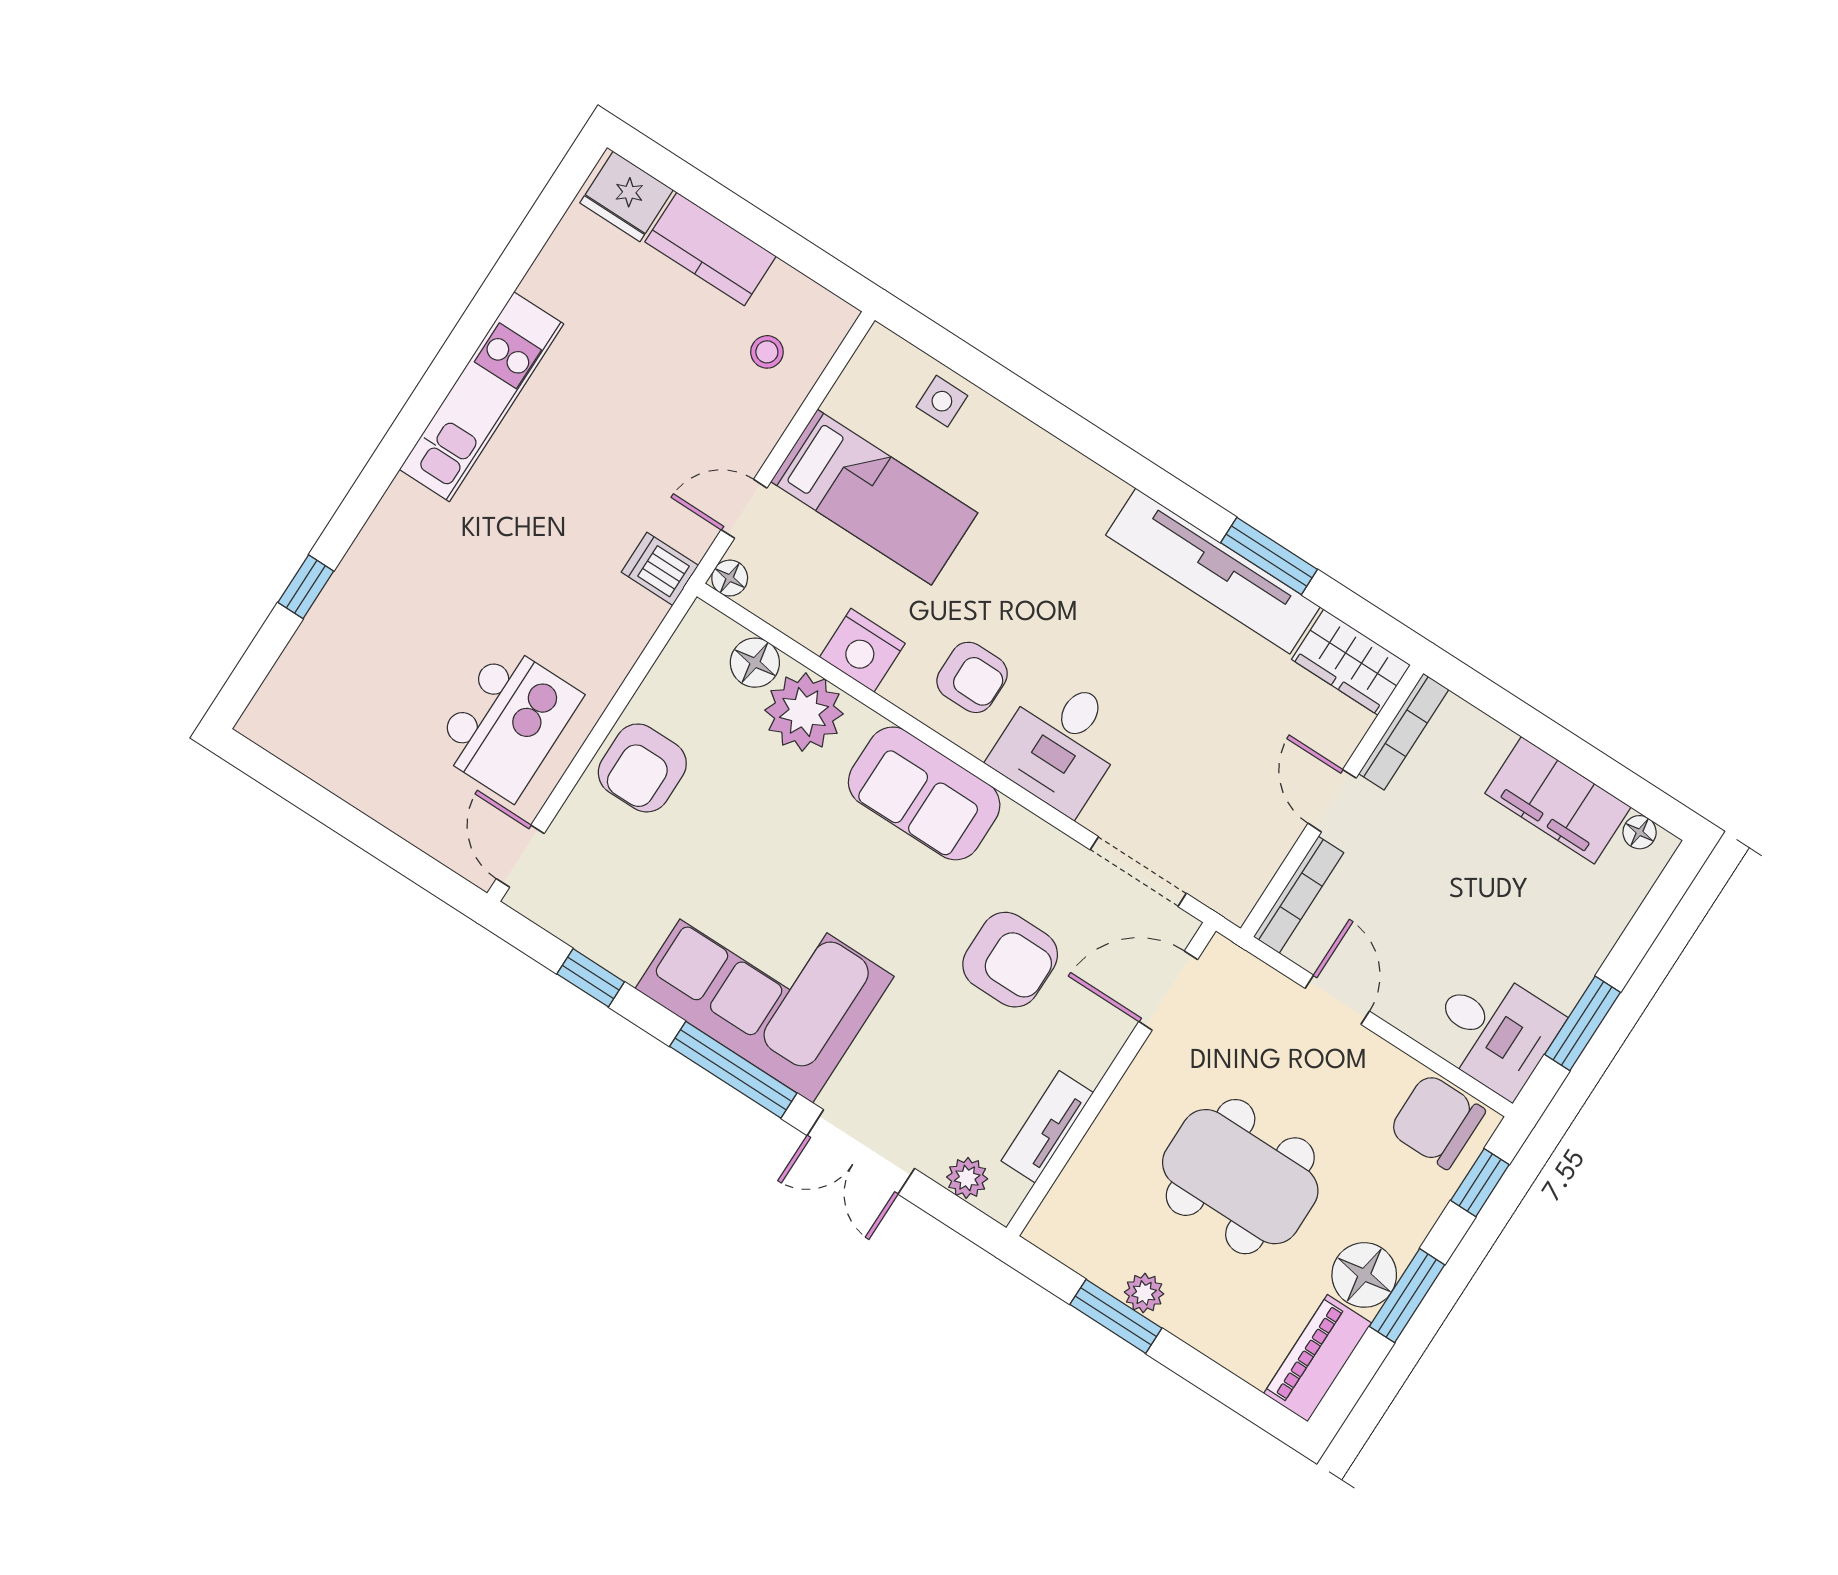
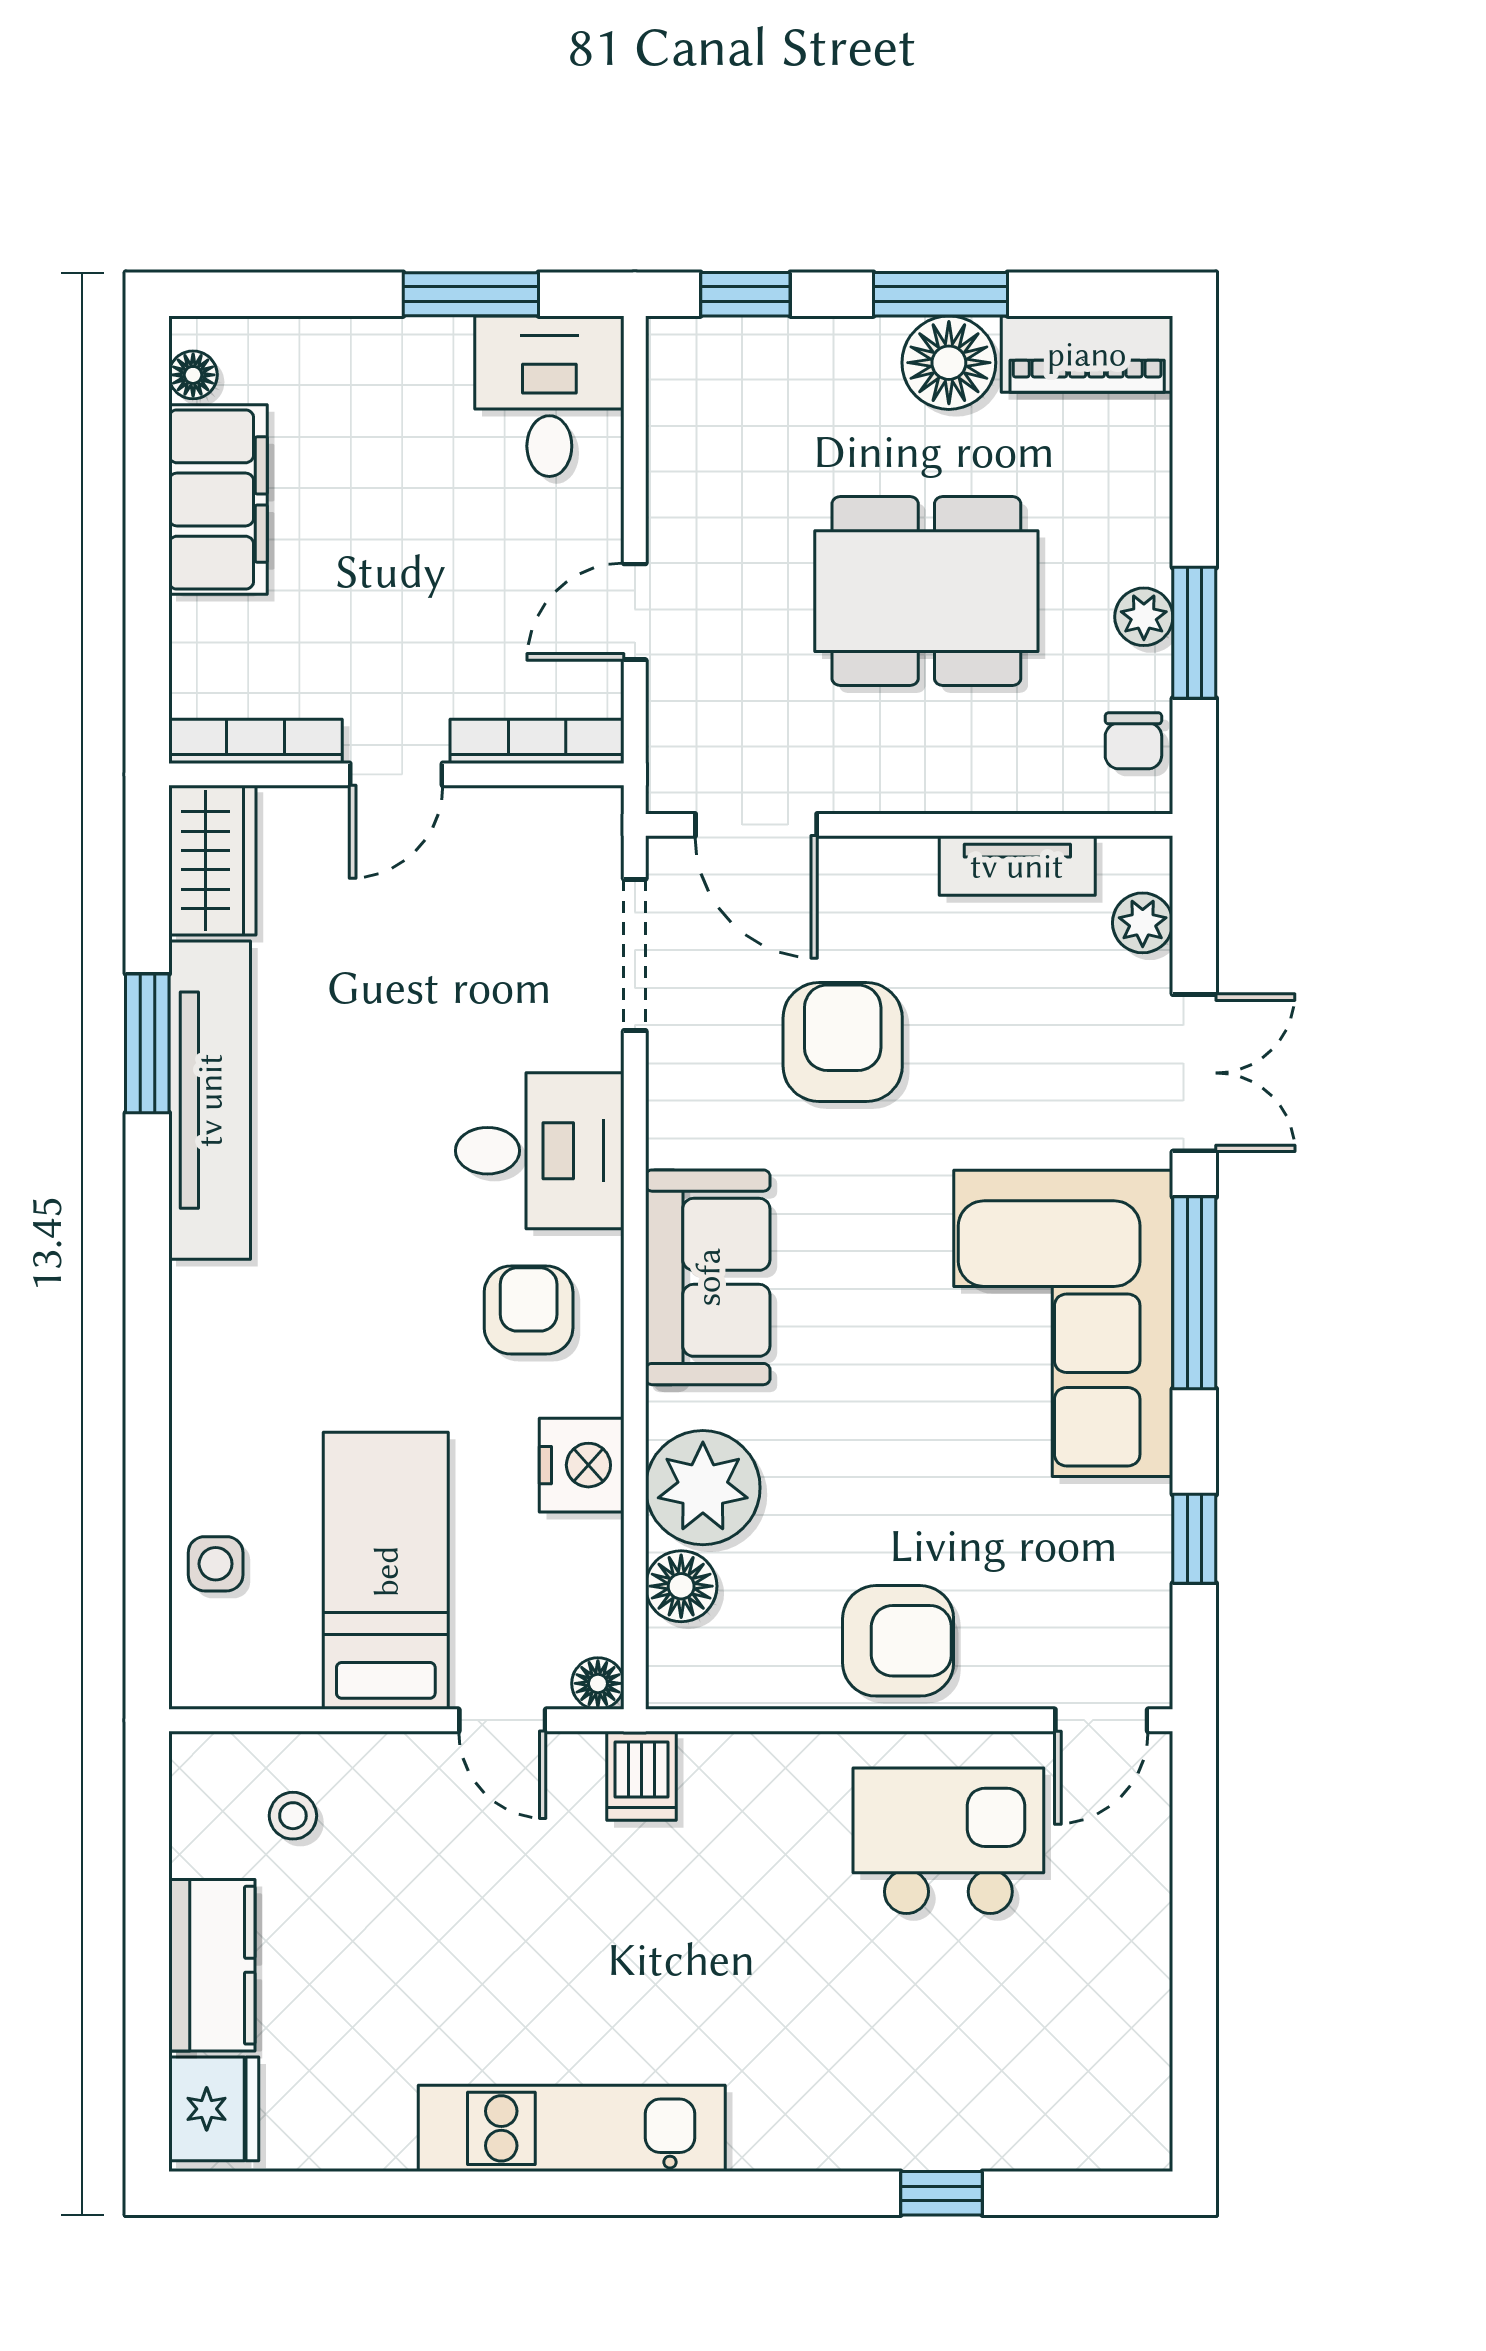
chair: (1437, 1121) -> (1133, 741), moved, width x0.54, depth x0.54
dining table: (1240, 1177) -> (926, 591), turned 90

